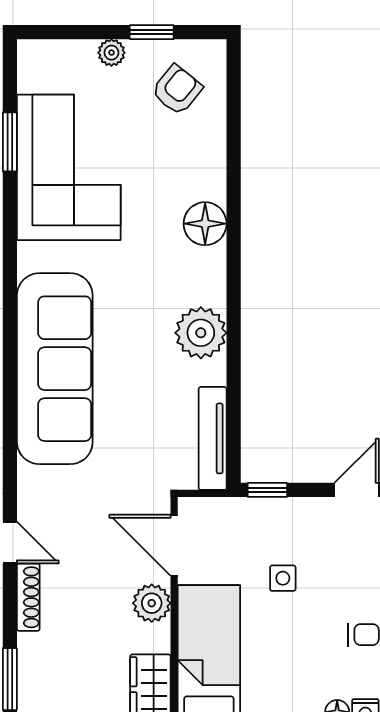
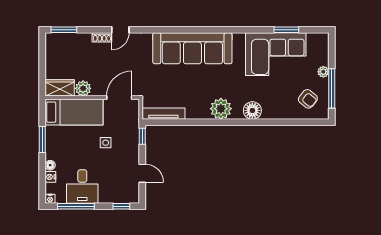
window: (152, 32) -> (332, 88), width x2.17
plant: (201, 333) -> (221, 109), moved
shoe rack: (28, 597) -> (102, 37), width x0.70
plant: (152, 603) -> (83, 88), moved

